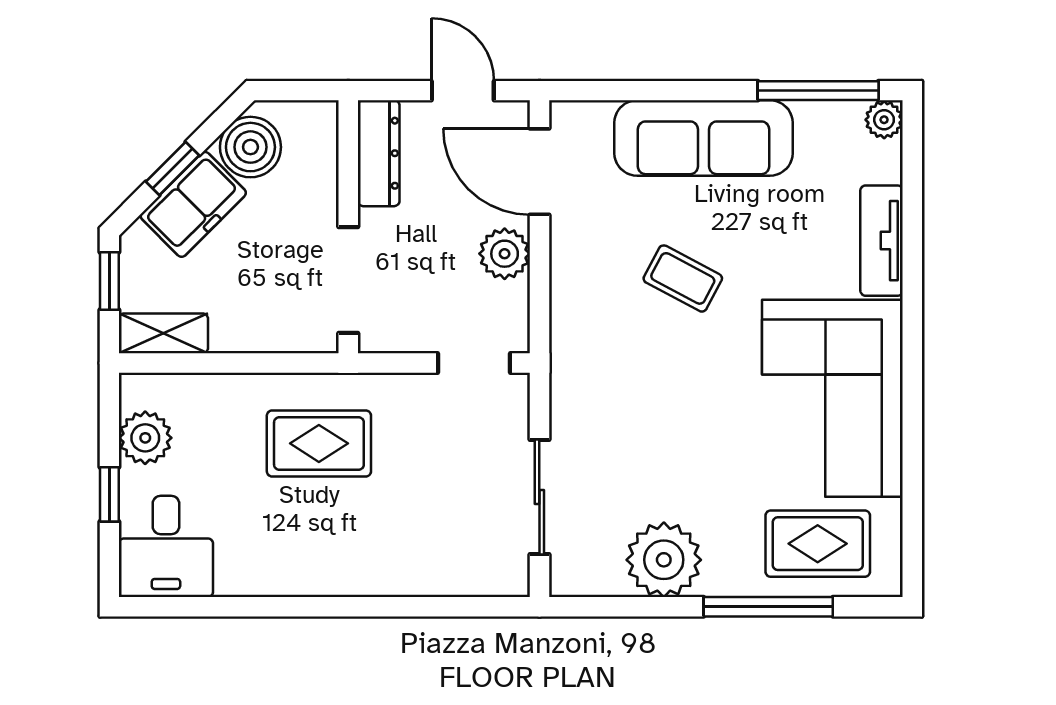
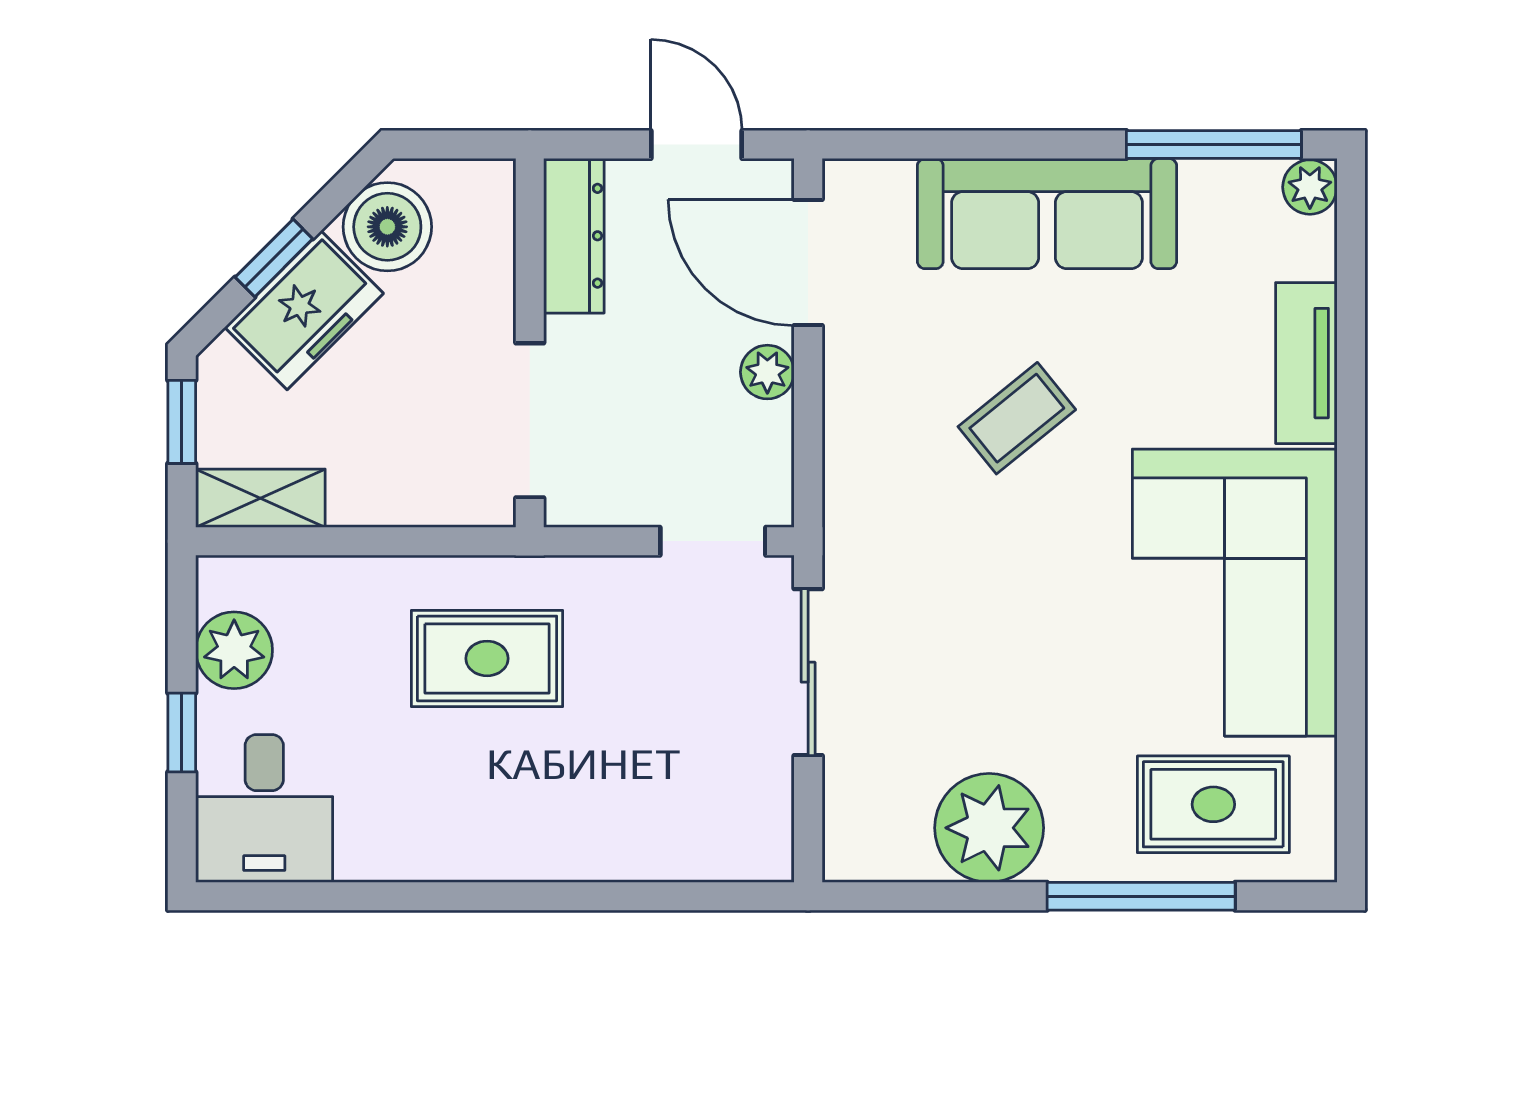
plant: (505, 254) -> (767, 372), width x0.73, depth x0.73
coffee table: (683, 278) -> (1017, 418), turned -67
sliding door: (539, 497) -> (808, 672), moved

